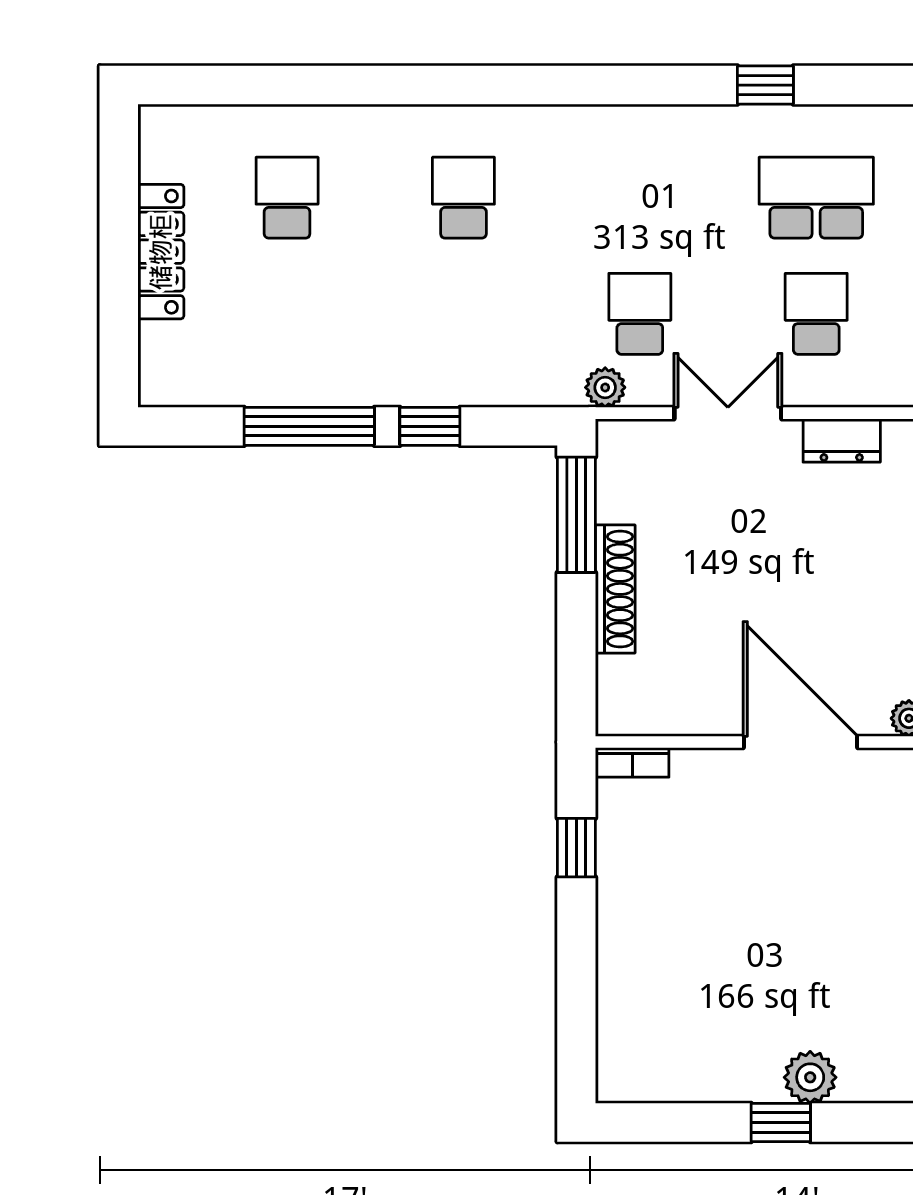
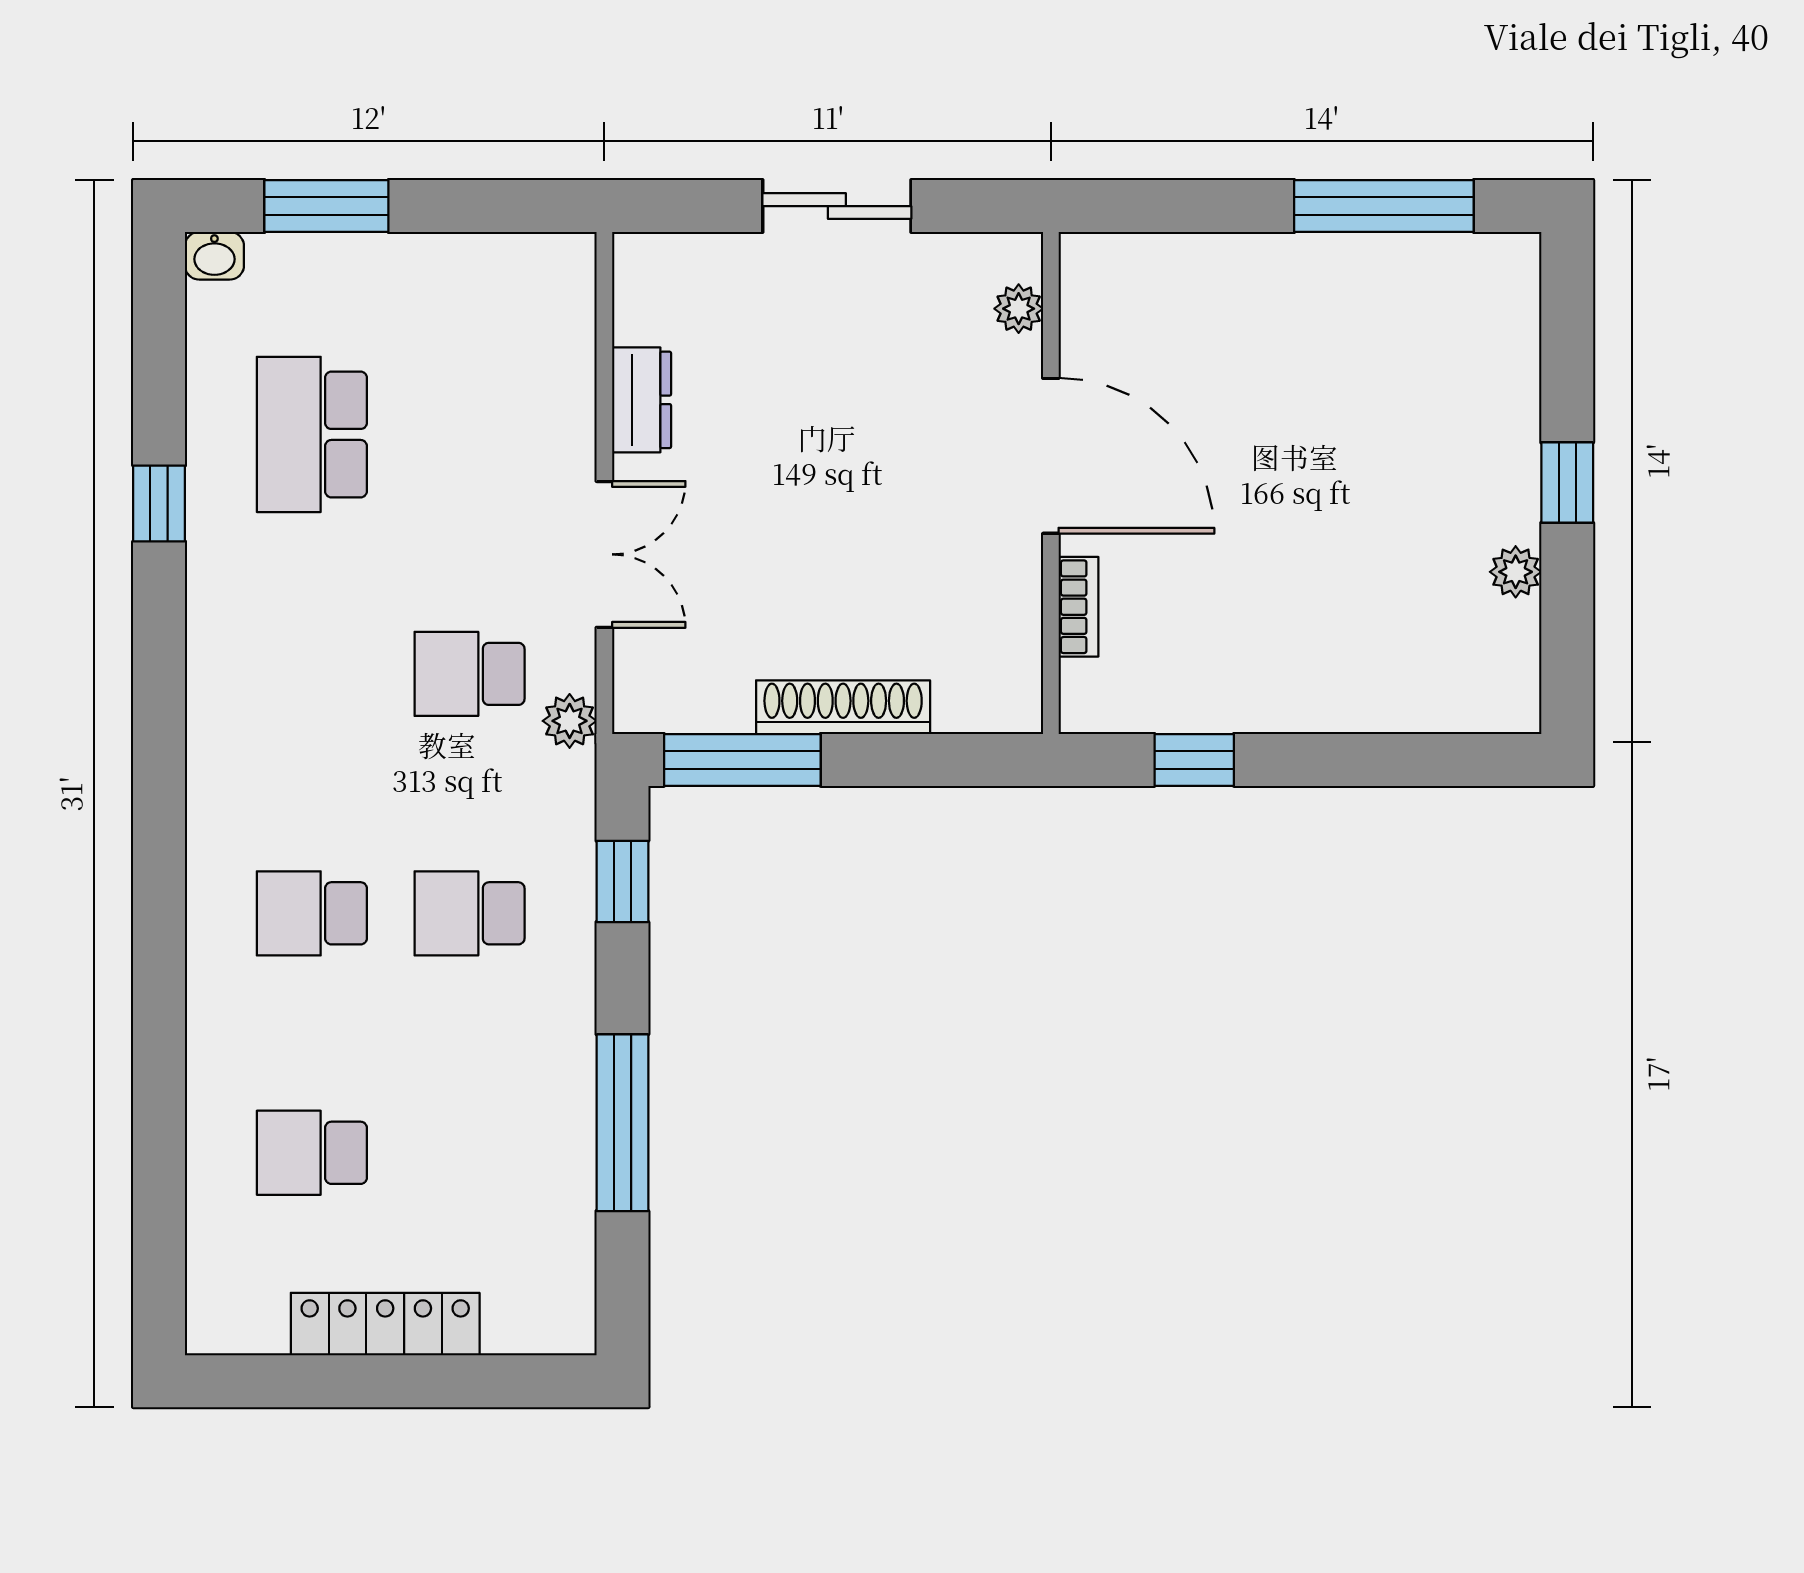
school desk: (816, 314) -> (470, 913), moved
double door: (728, 413) -> (604, 554), swing flipped
window: (430, 426) -> (622, 881), moved
door: (801, 742) -> (1051, 456), swing flipped
bookcase: (632, 762) -> (1079, 607), moved
plant: (810, 1077) -> (1516, 572), moved, width x0.73, depth x0.73

